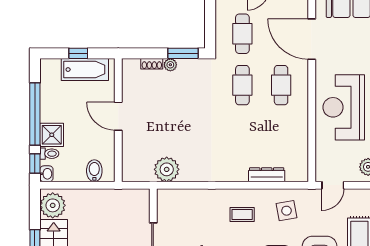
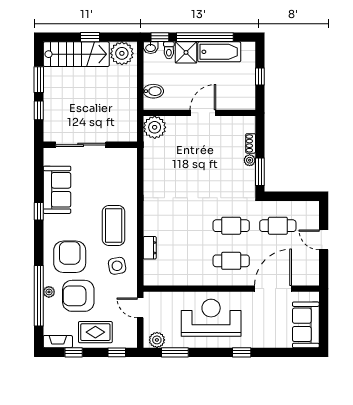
bathtub: (85, 70) -> (219, 52), moved, turned -90
plant: (167, 169) -> (155, 127), moved
dresser: (267, 175) -> (150, 248), width x0.70
coffee table: (242, 215) -> (114, 226), width x1.86, depth x1.72

